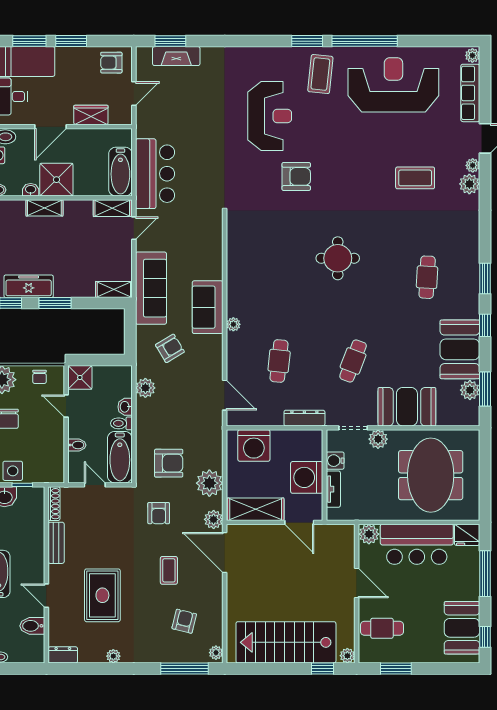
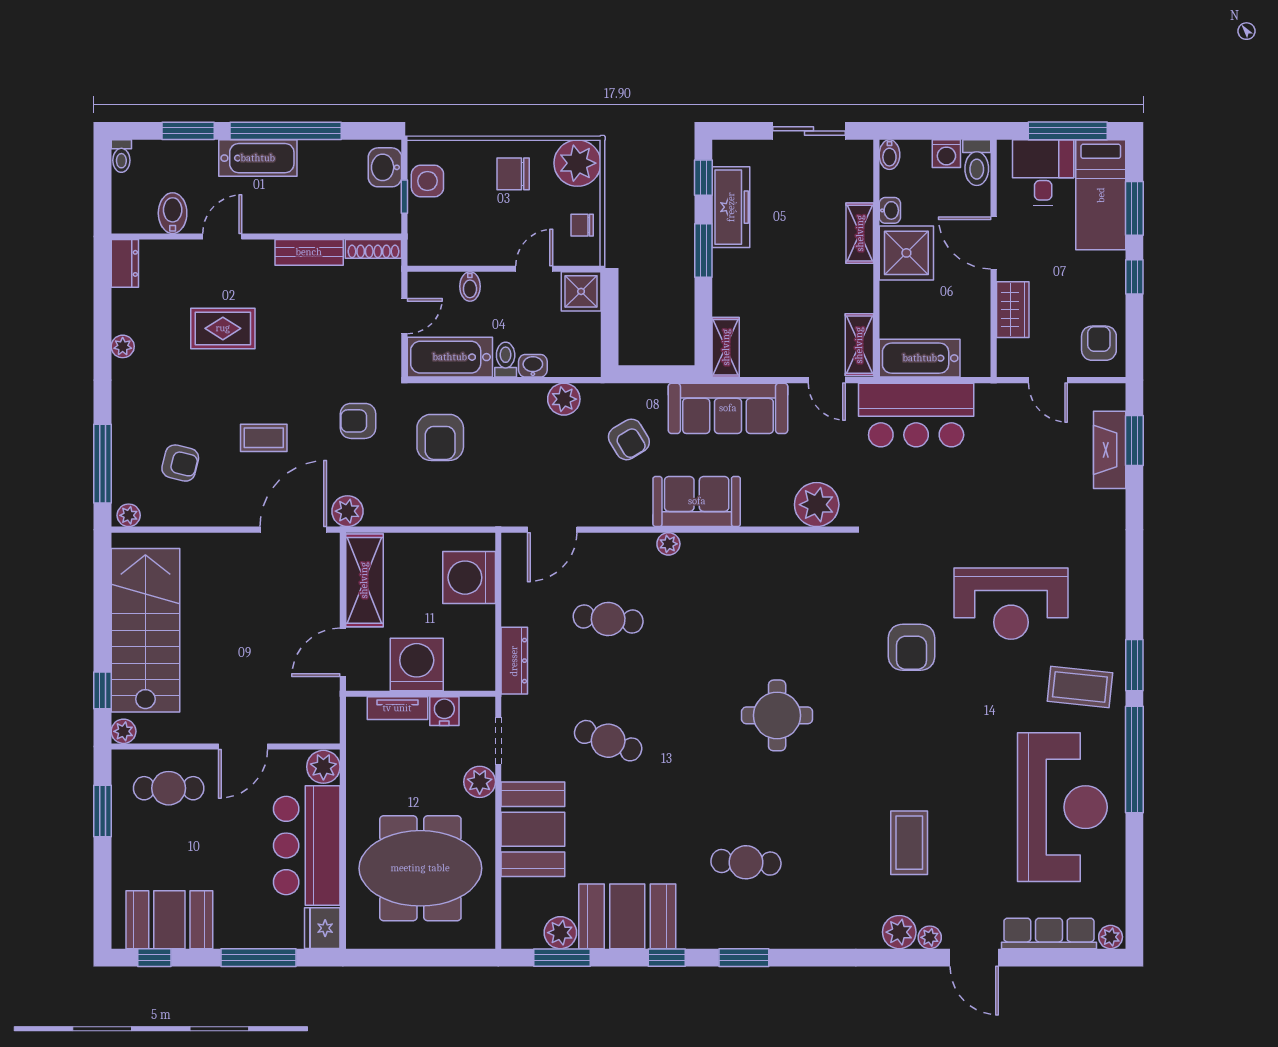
window: (71, 41) -> (1134, 277), width x0.67
plant: (209, 483) -> (817, 505), moved
rug: (102, 595) -> (223, 328), width x0.73, depth x0.70
cafe table: (382, 628) -> (169, 788), turned 90

